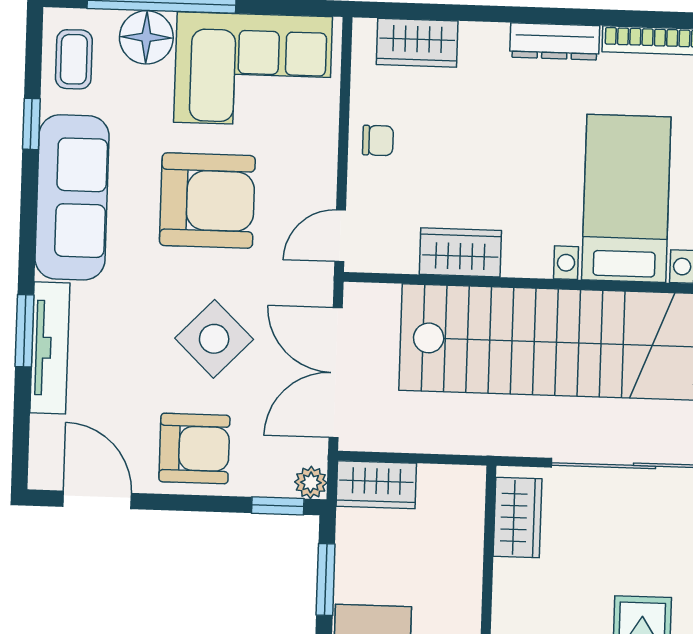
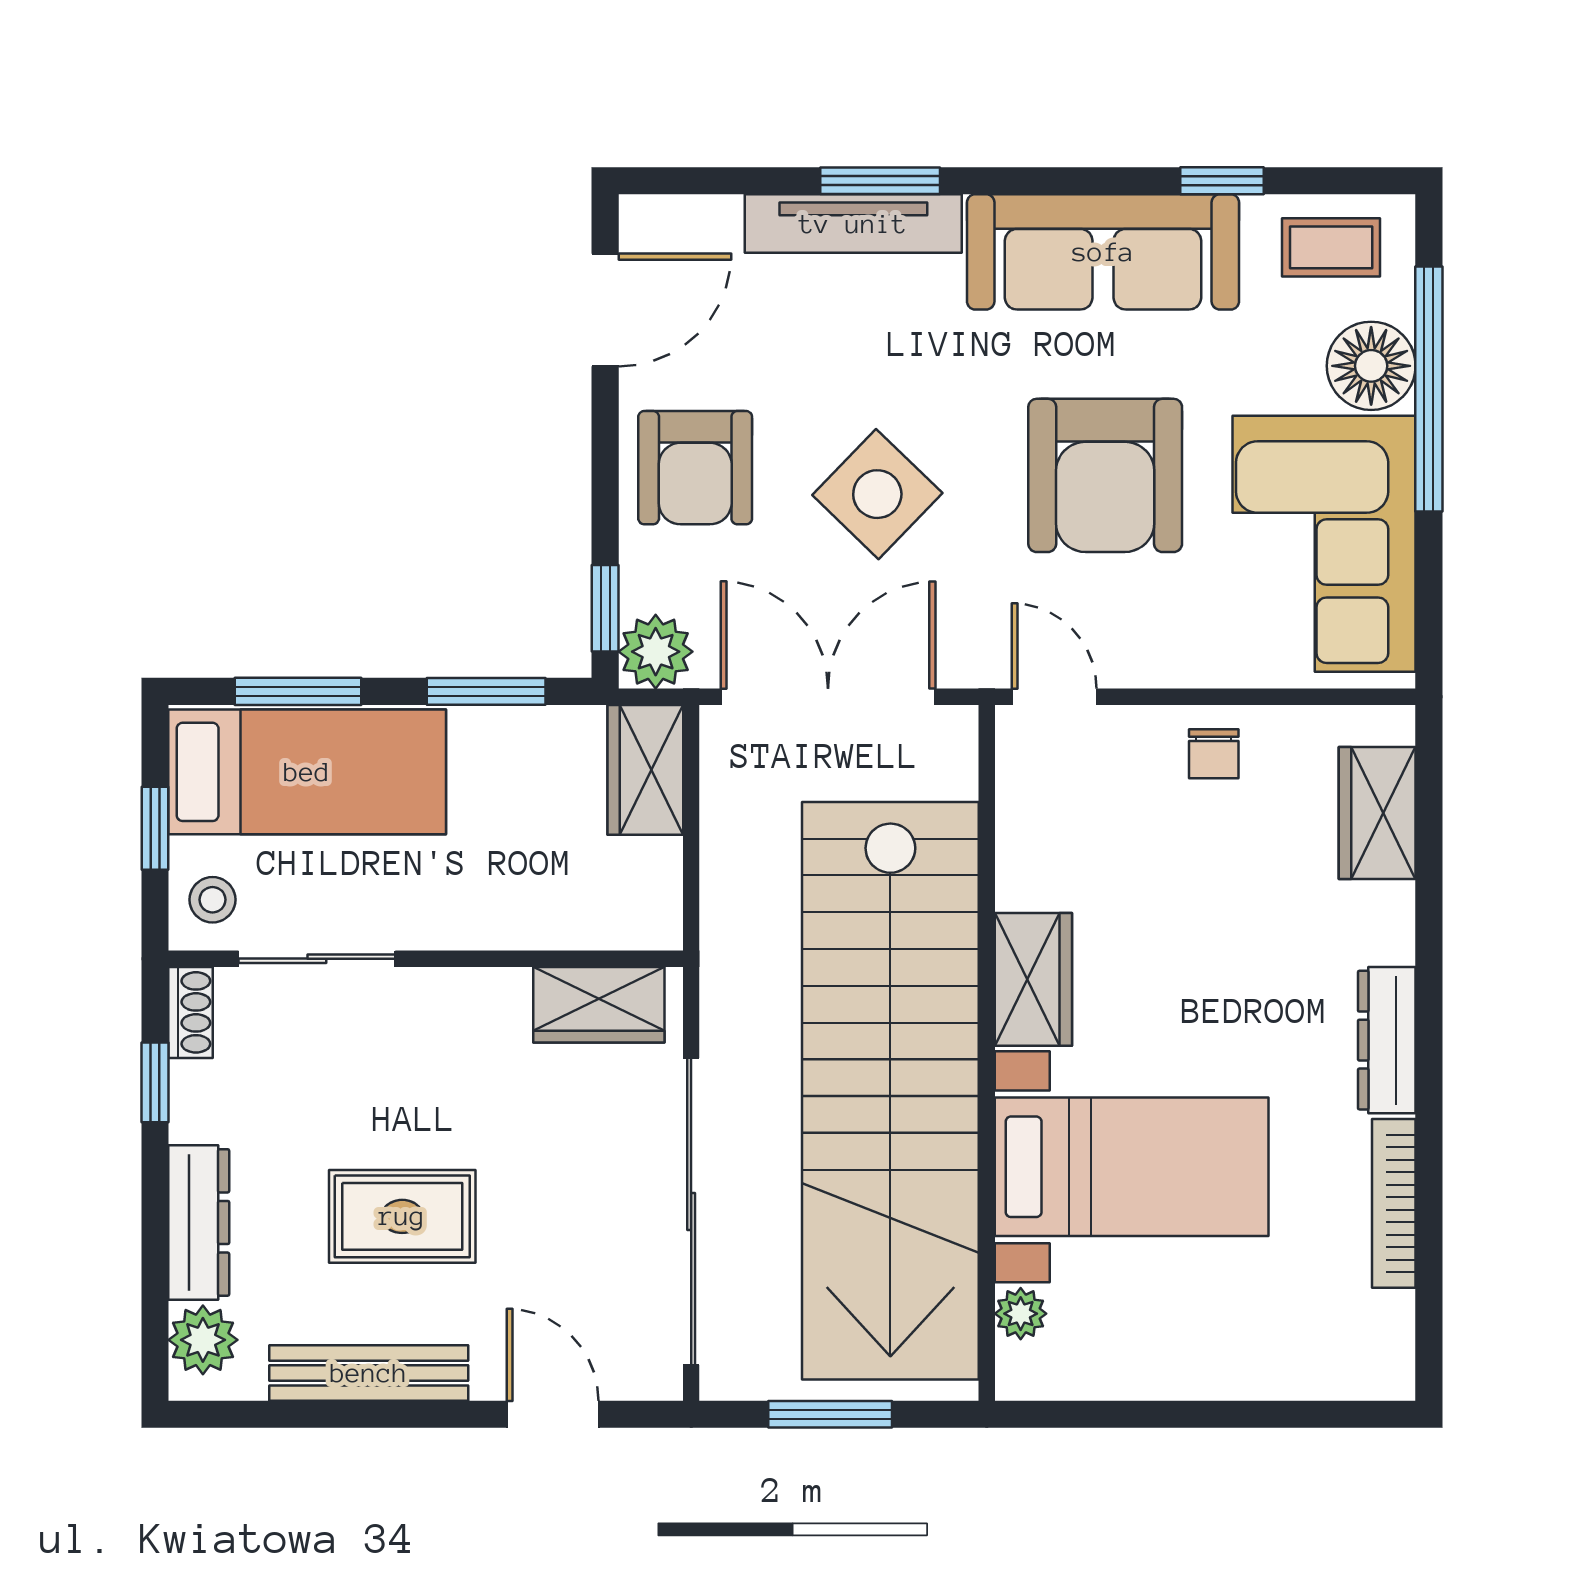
wardrobe: (460, 252) -> (1033, 979), moved
plant: (311, 482) -> (656, 652), width x1.38, depth x1.38

